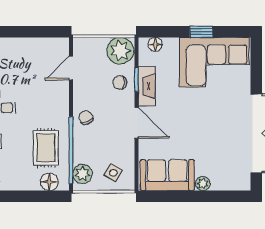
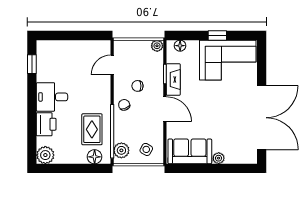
plant: (120, 51) -> (157, 46), width x0.53, depth x0.53
chair: (120, 83) -> (137, 86), moved

